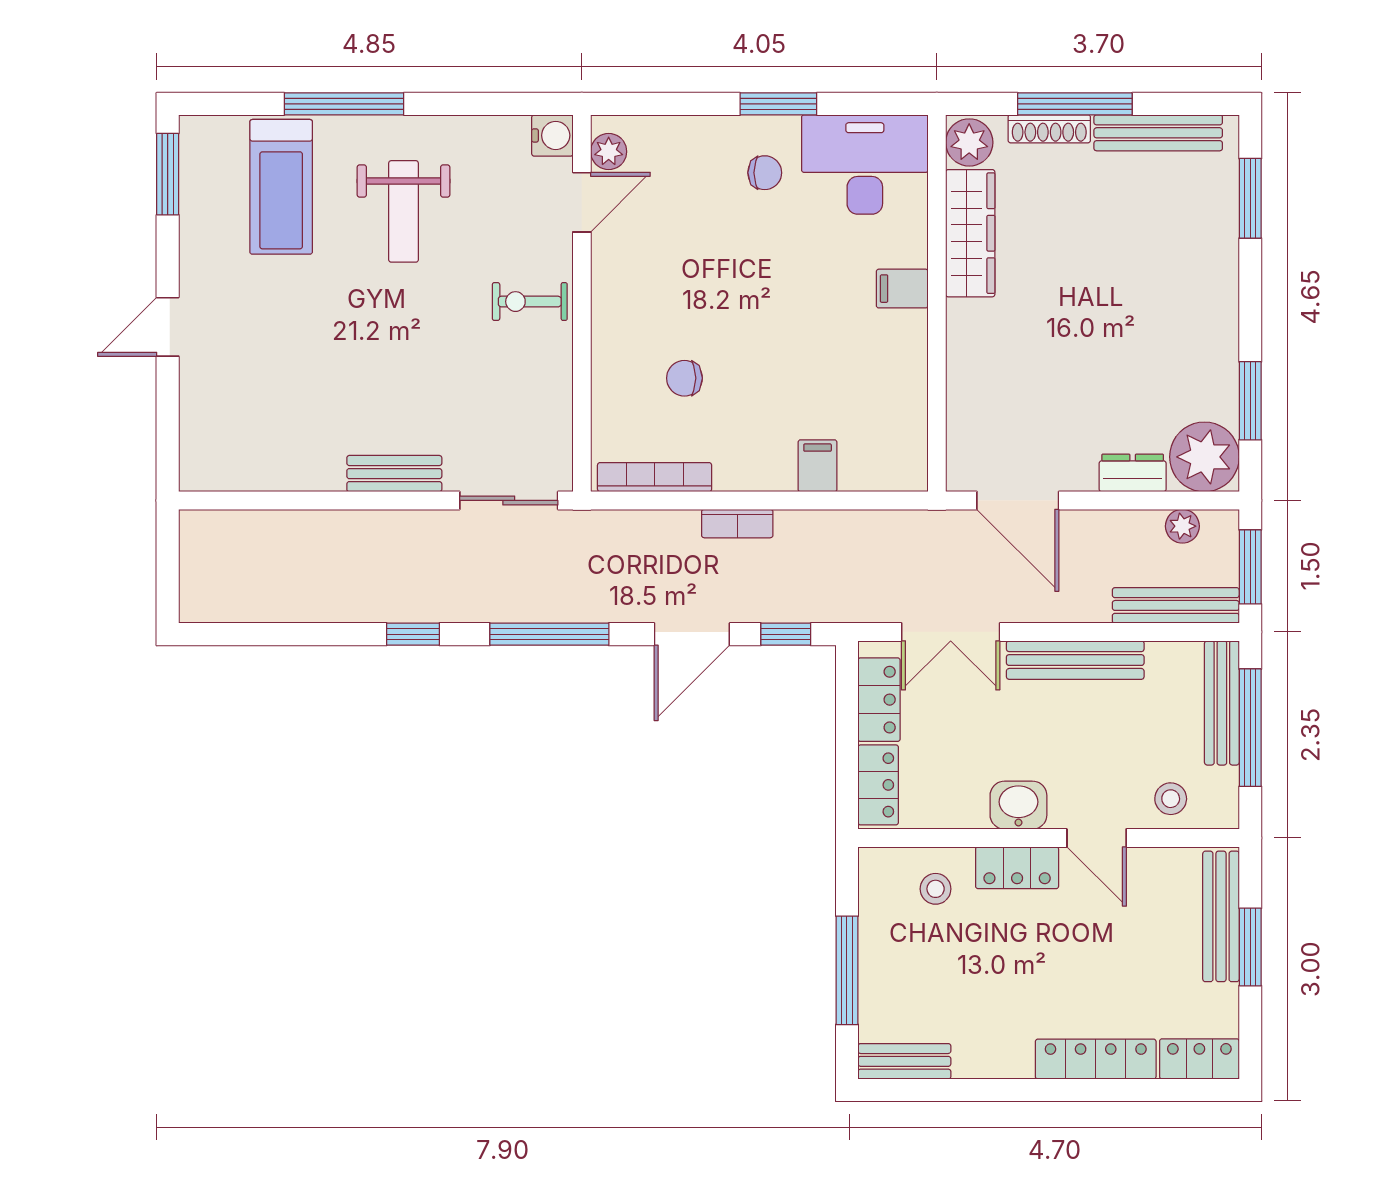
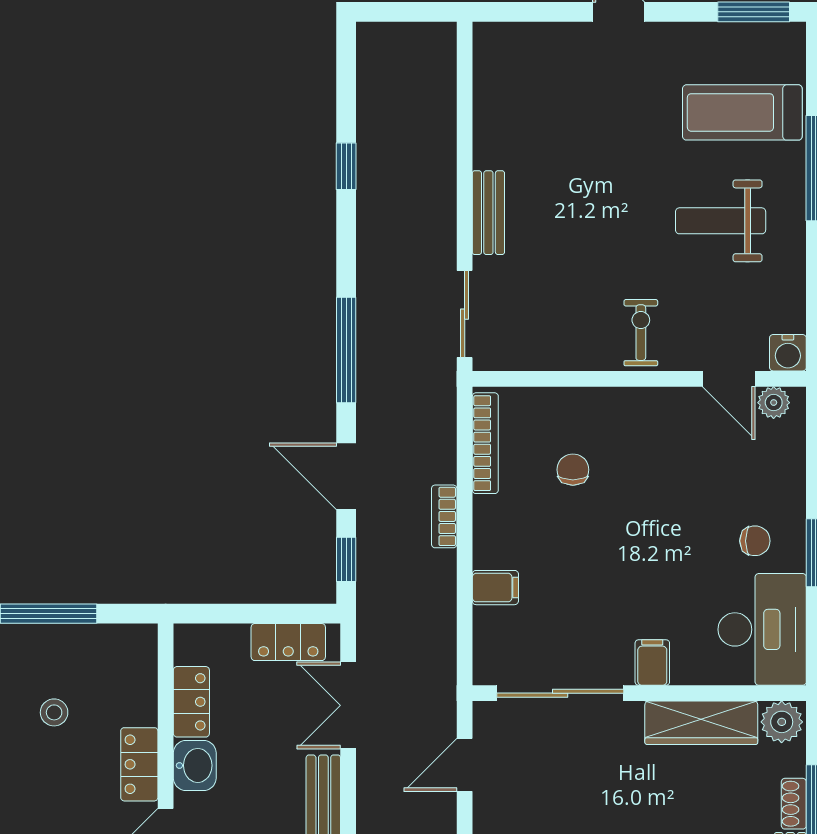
shoe rack: (1049, 129) -> (794, 804), width x0.70
chair: (765, 173) -> (755, 541), turned -90
sliding door: (937, 393) -> (560, 693), added
door: (1018, 500) -> (465, 765), width x0.73
window: (413, 634) -> (346, 166), moved
locker: (878, 785) -> (191, 702), moved, turned -90
stool: (936, 889) -> (54, 712), moved

